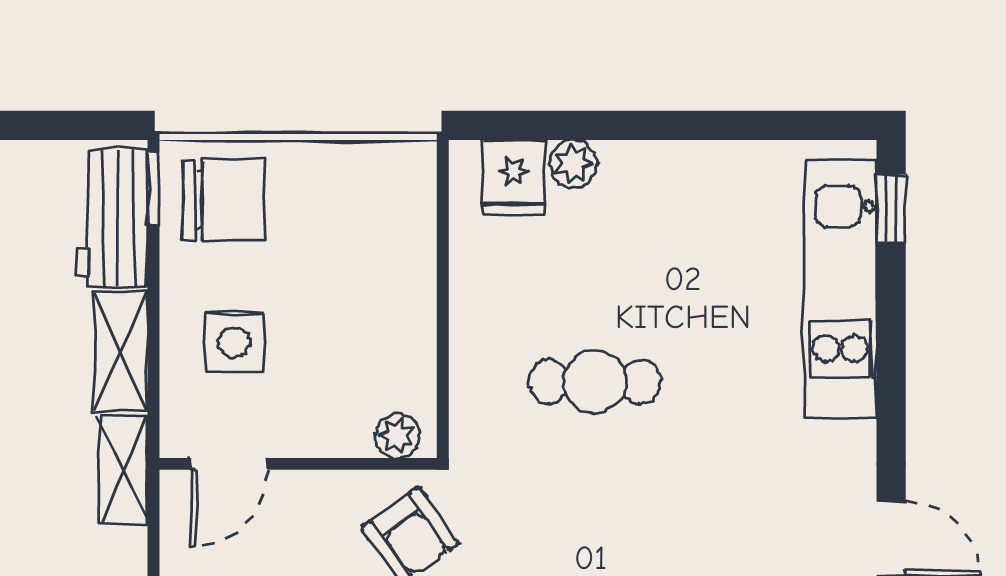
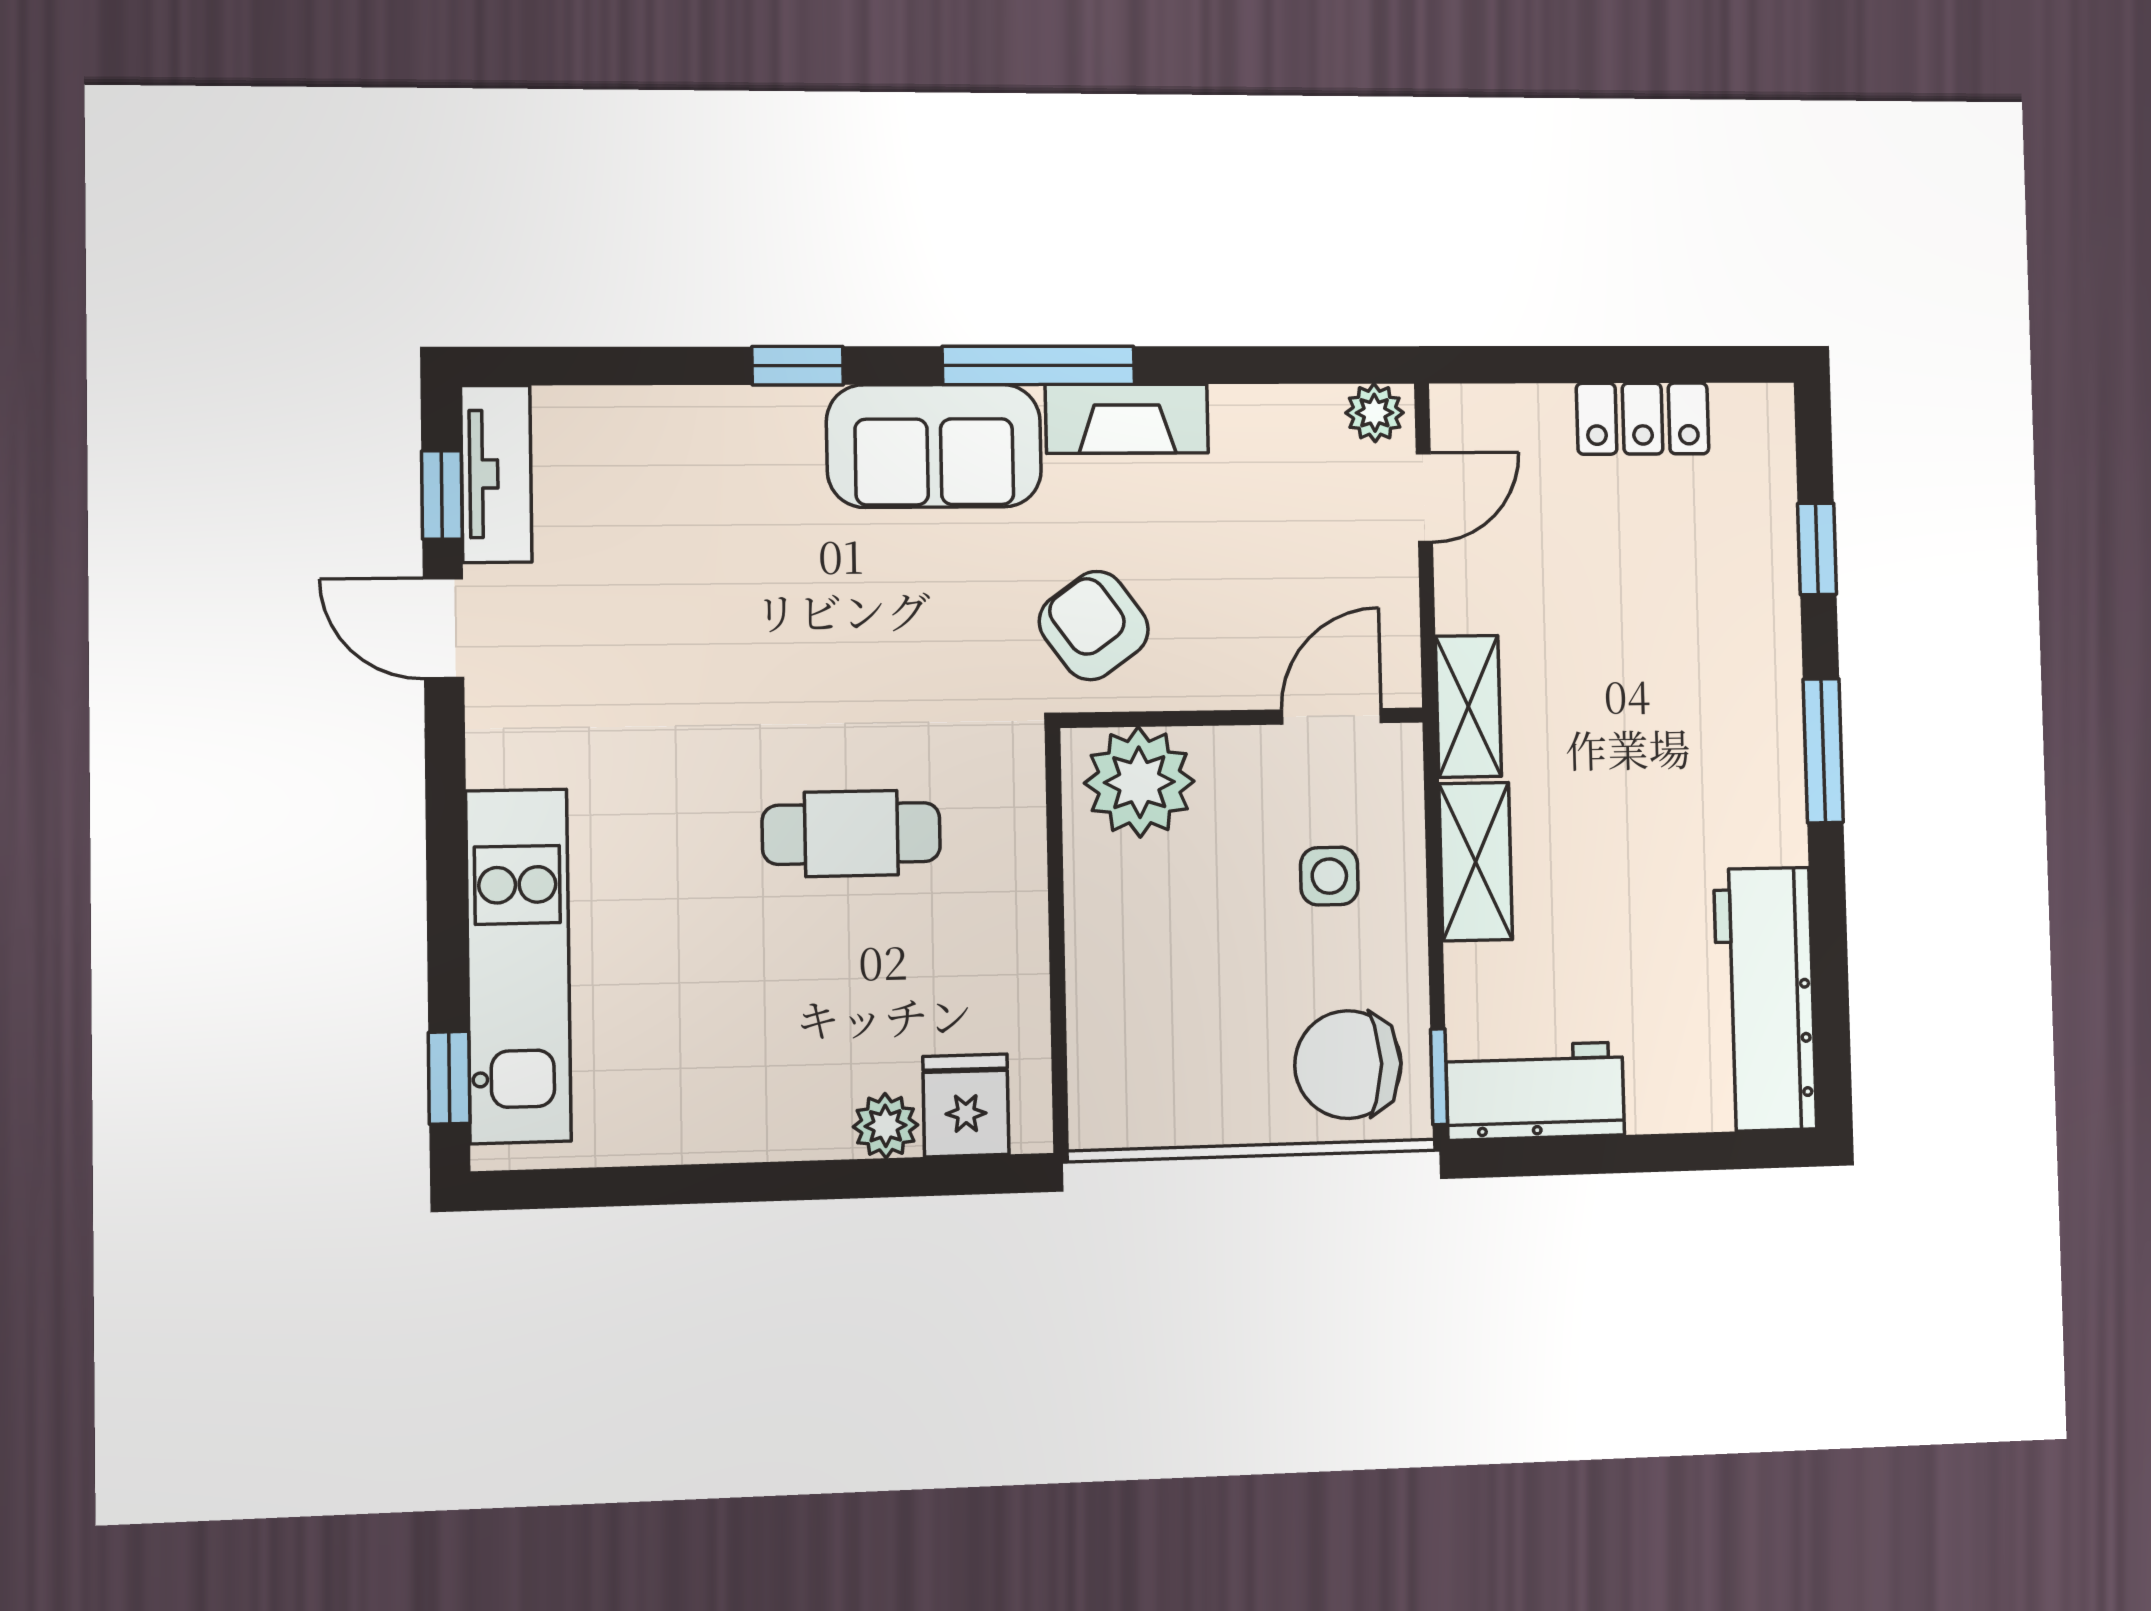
workbench: (112, 218) -> (1535, 1091), moved, turned -90
side table: (234, 342) -> (1329, 876), width x0.73, depth x0.73
plant: (397, 436) -> (1139, 782), width x1.87, depth x1.87

